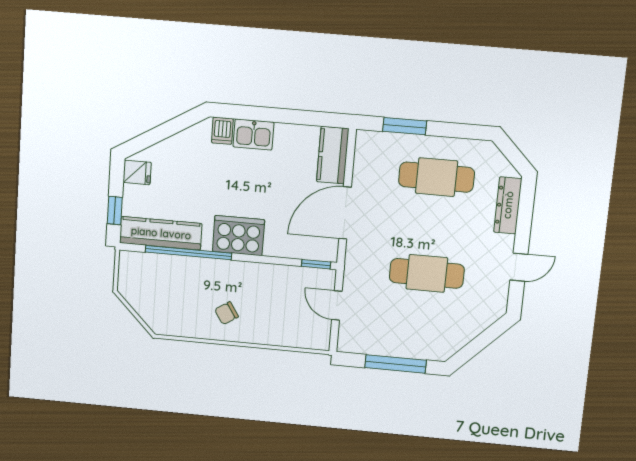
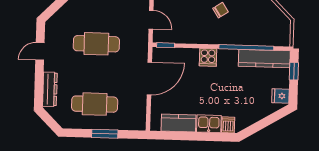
window: (405, 126) -> (105, 134), moved
kitchen counter: (333, 155) -> (178, 123), moved, turned -90
cooker: (238, 236) -> (208, 57), width x0.53, depth x0.76

